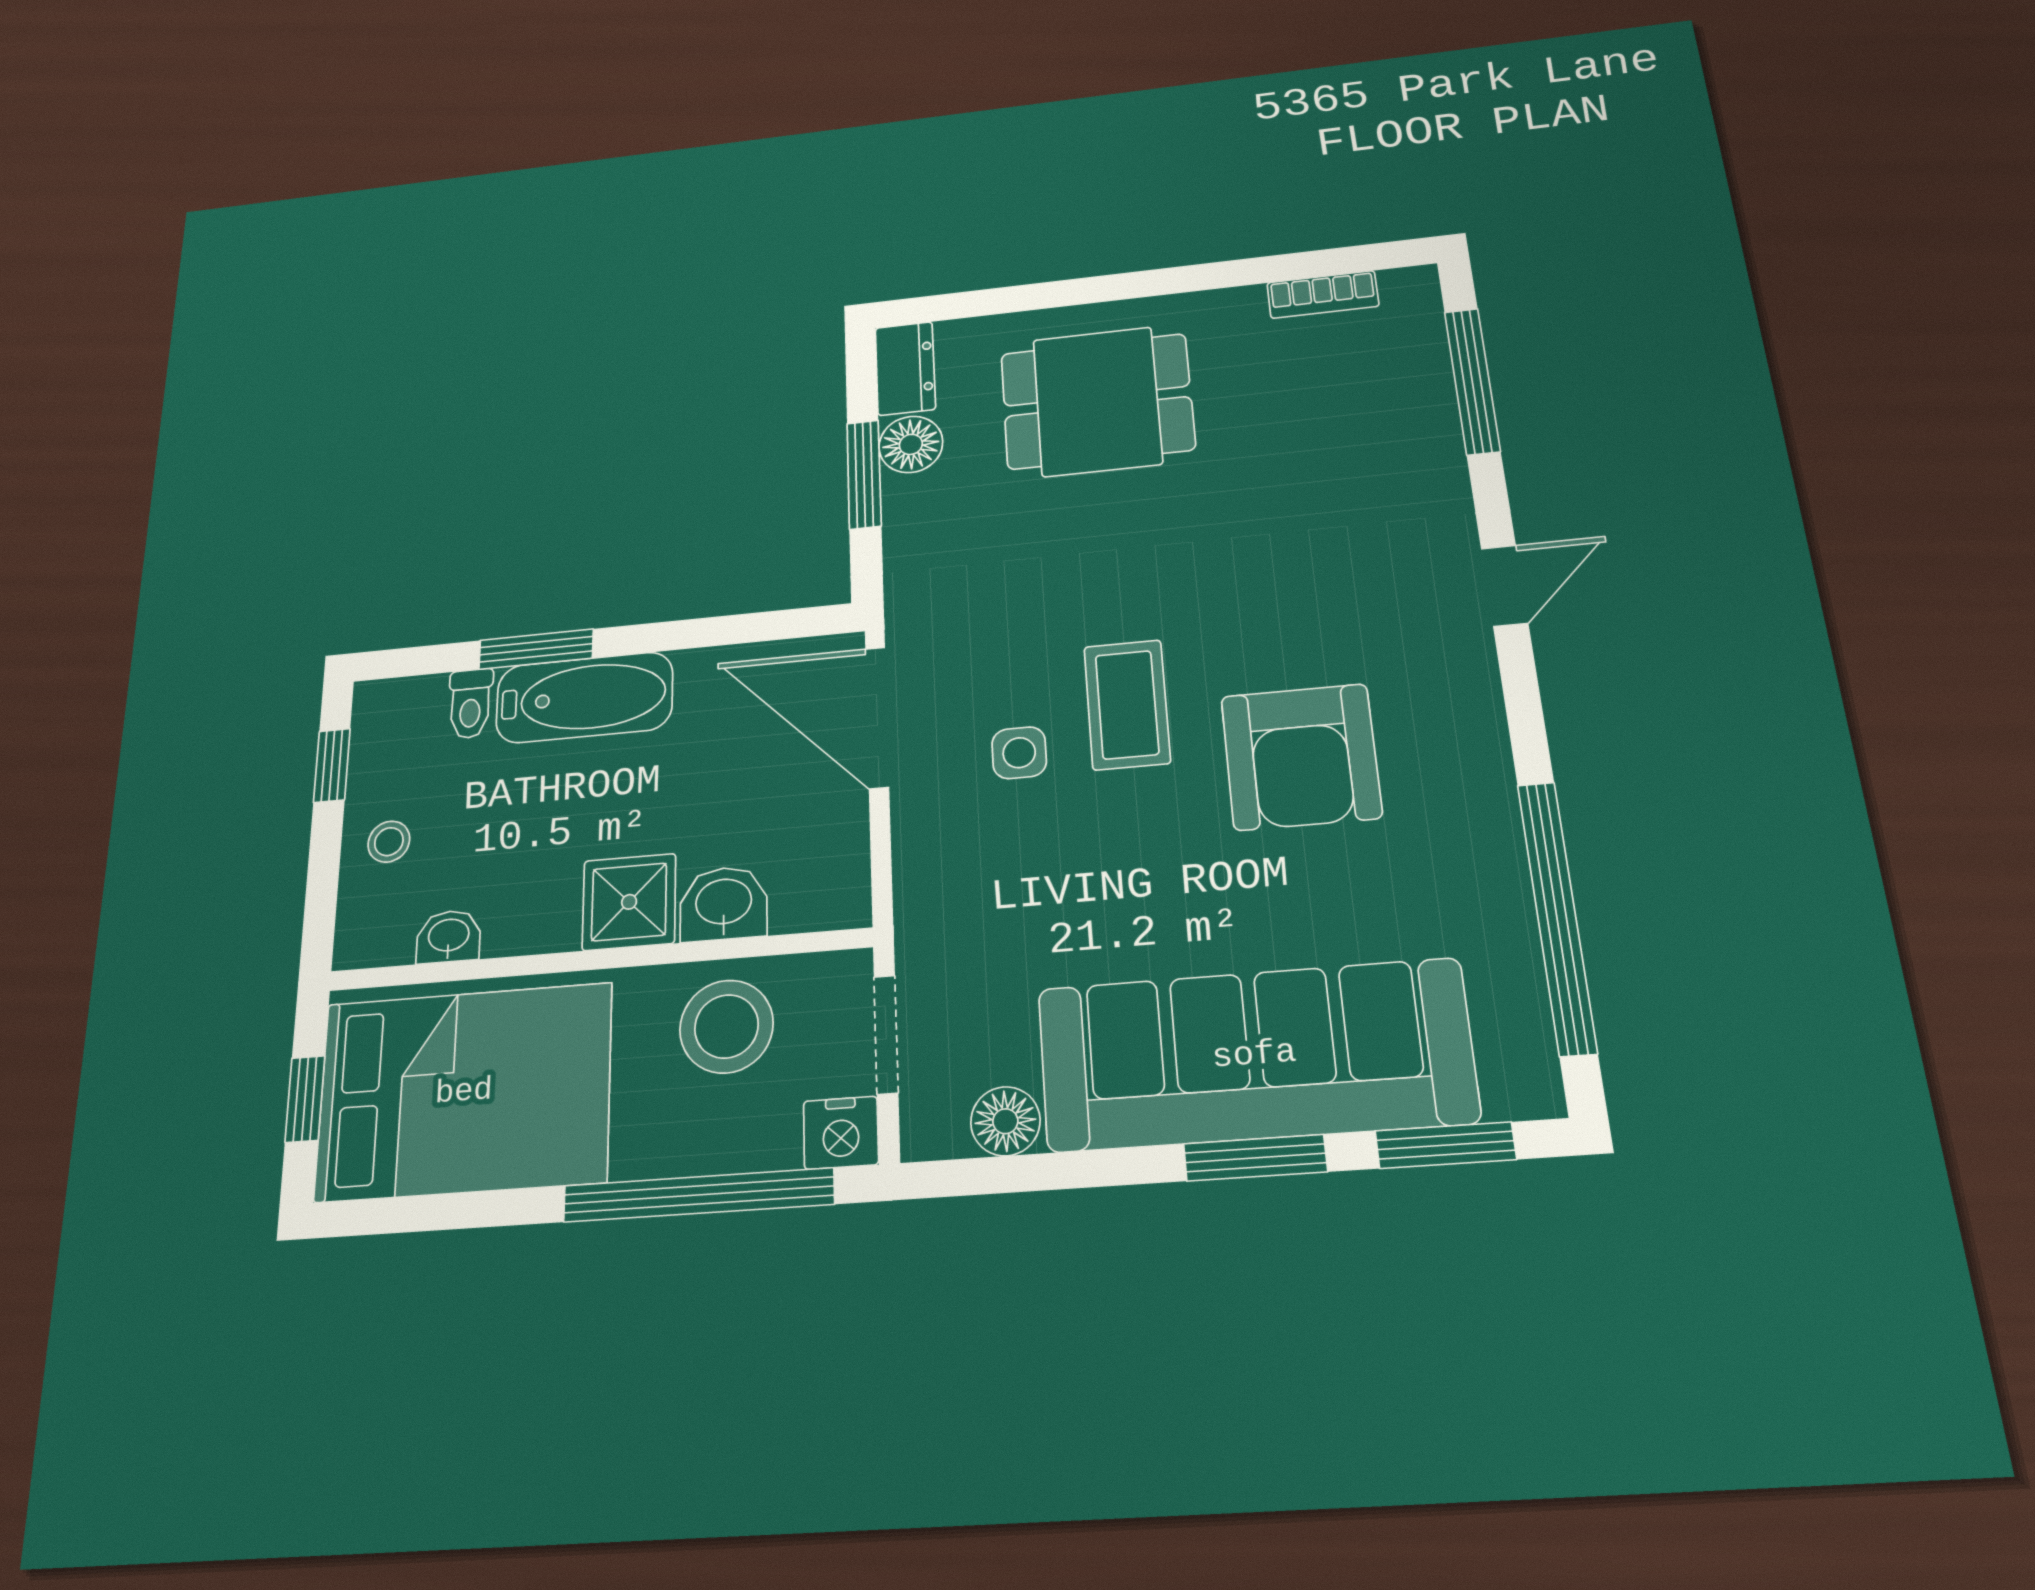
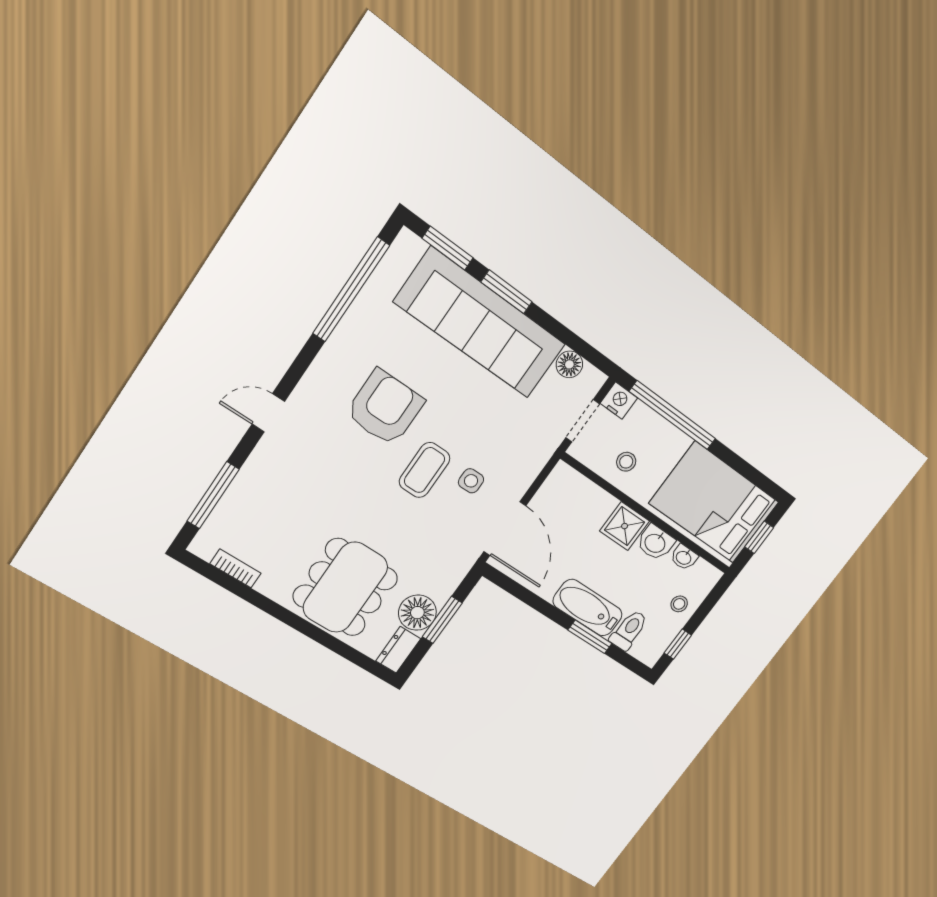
dining table: (1097, 401) -> (345, 587), width x1.38
floor lamp: (911, 444) -> (417, 613), width x1.38, depth x1.38
toilet: (470, 704) -> (629, 630), width x1.37, depth x1.39
washbasin: (724, 904) -> (655, 543), moved
stool: (726, 1026) -> (626, 462), width x0.53, depth x0.53

